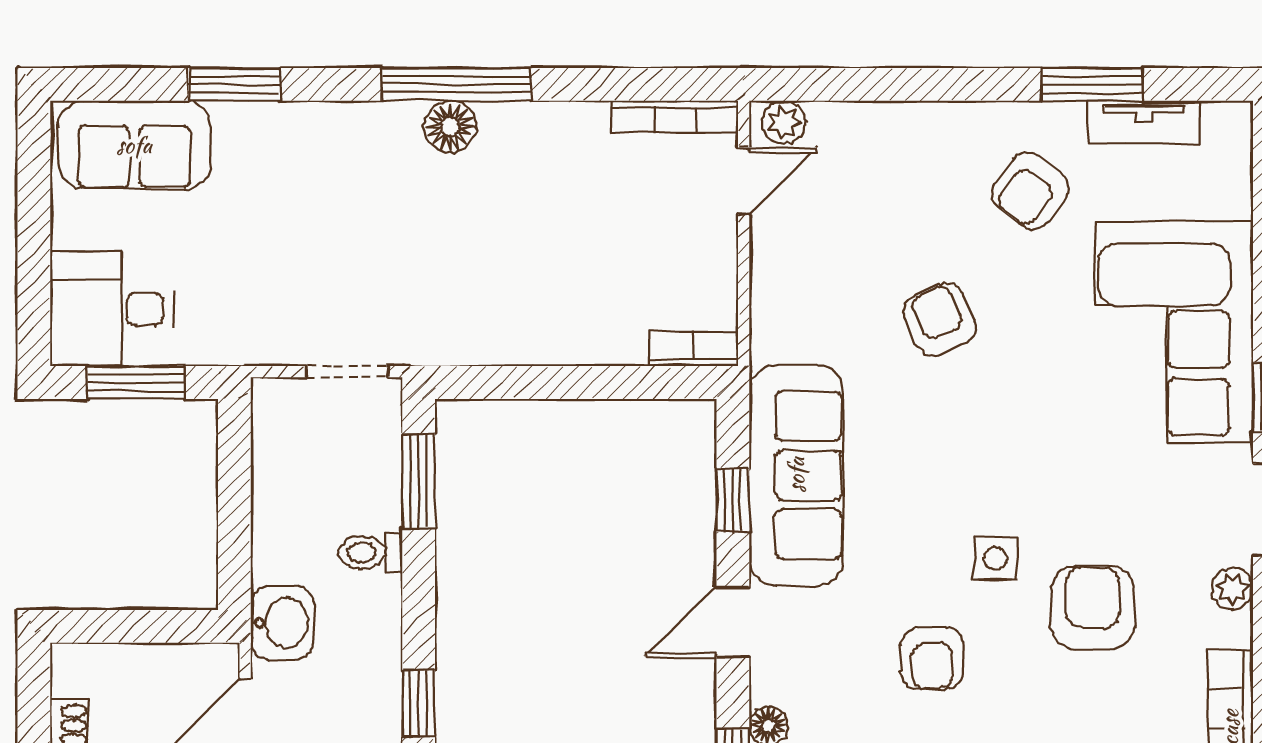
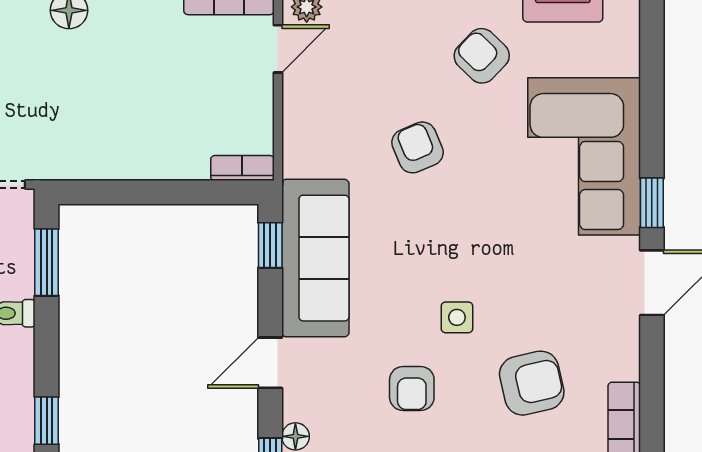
armchair: (1030, 191) -> (482, 56), turned 97
window: (733, 501) -> (270, 245), moved
plant: (1232, 589) -> (626, 339), removed
armchair: (1093, 608) -> (532, 383), moved, turned 77

